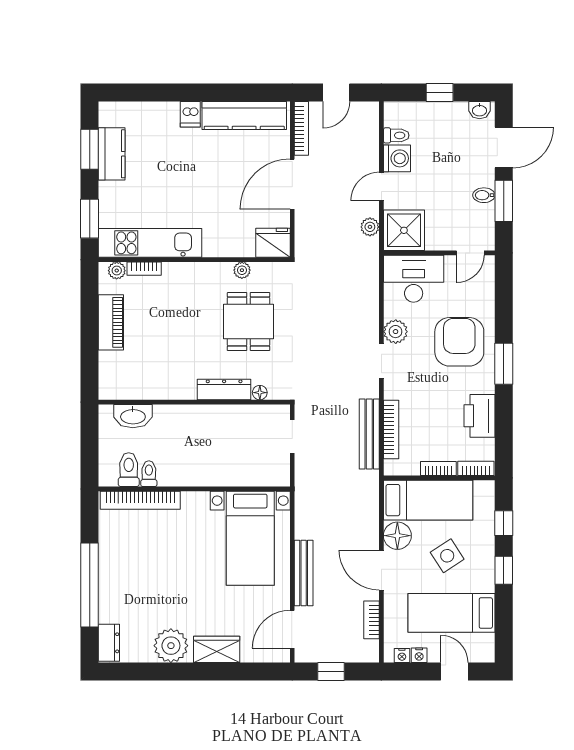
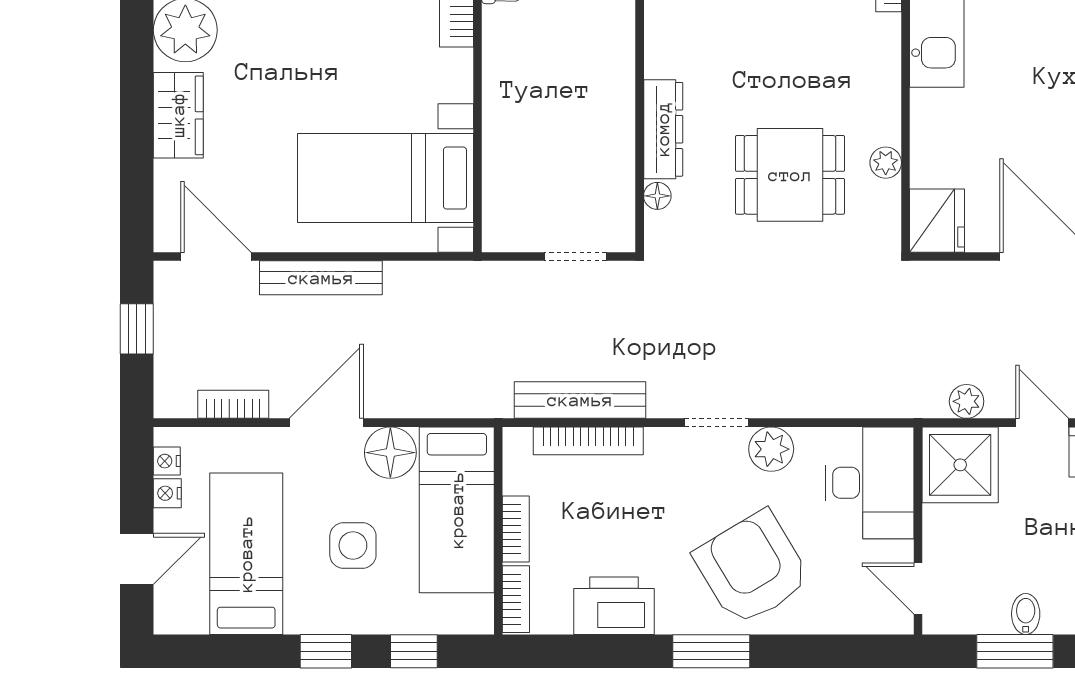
armchair: (459, 342) -> (752, 568), turned -121
side table: (447, 556) -> (353, 545), turned 33

